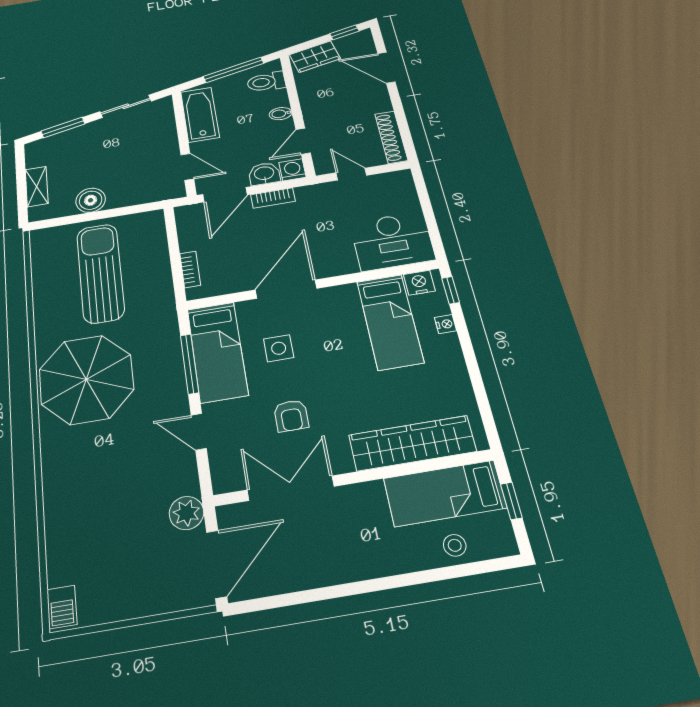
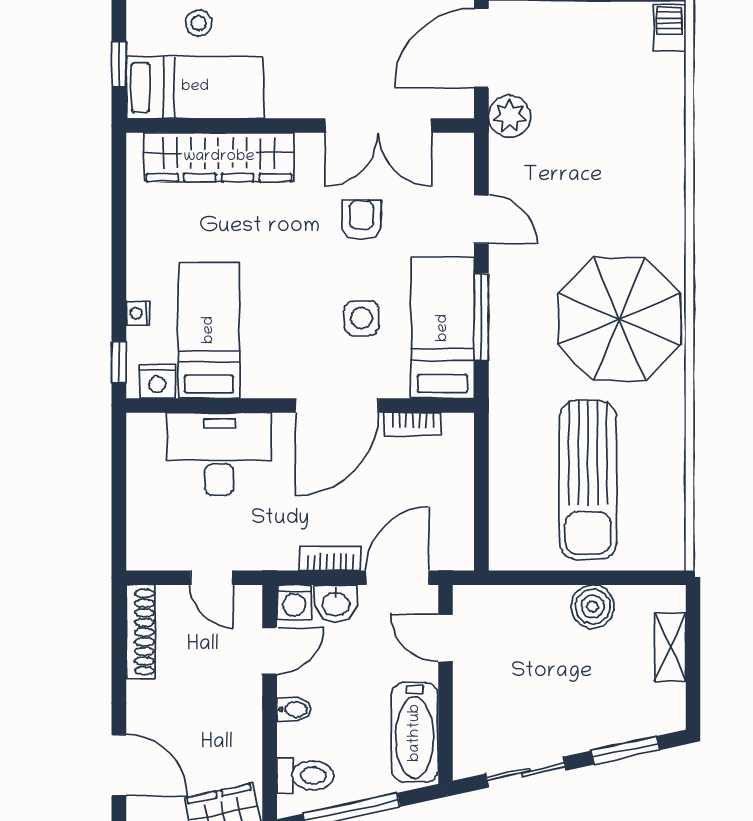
desk: (392, 241) -> (219, 454), moved
bookcase: (190, 269) -> (413, 424), moved, turned -90

